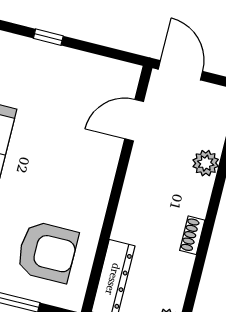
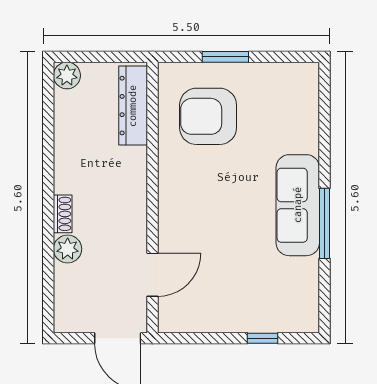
shoe rack: (192, 235) -> (63, 214), moved

